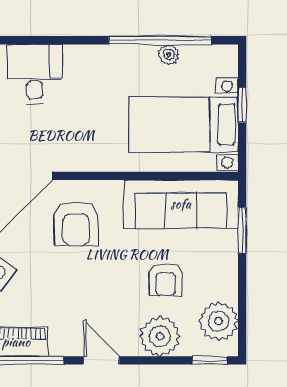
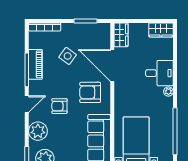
plant: (169, 55) -> (168, 92), moved
armchair: (166, 279) -> (59, 106), moved

